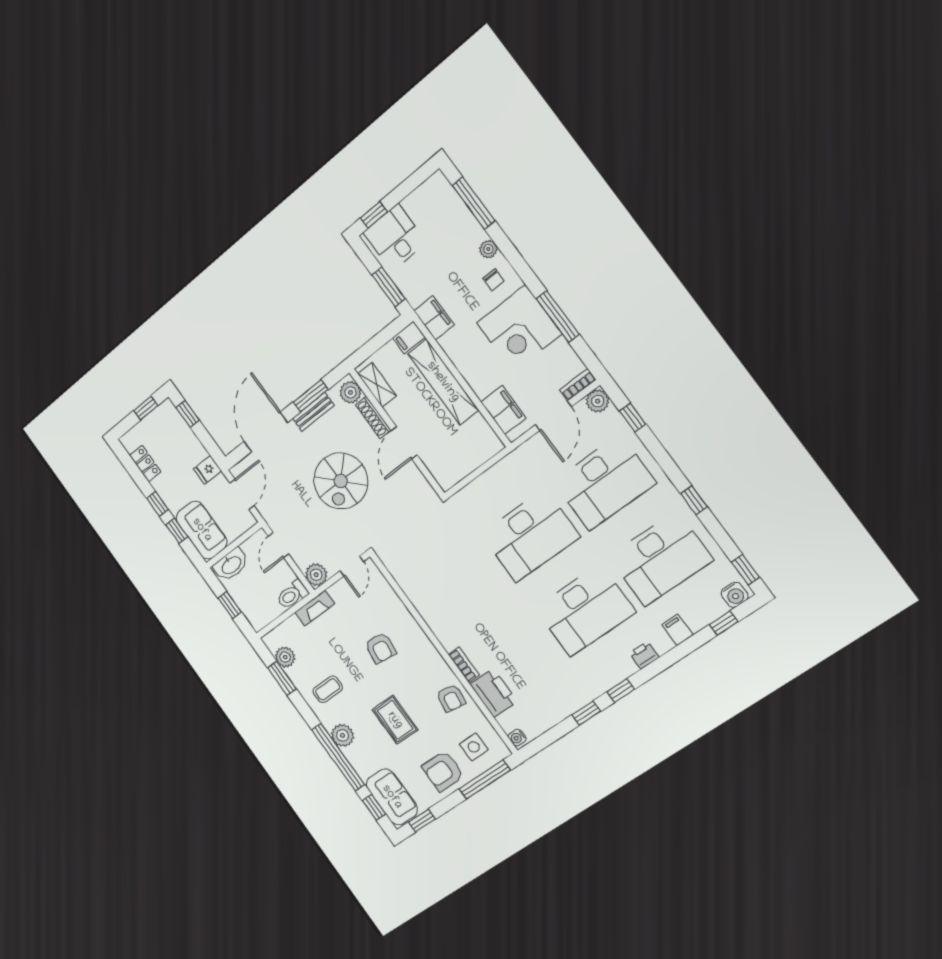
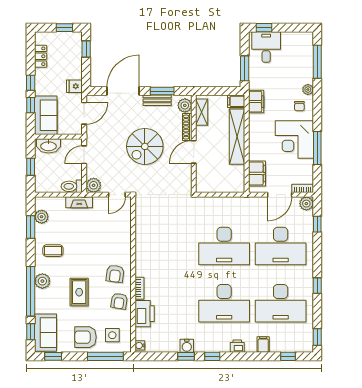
water cooler: (735, 595) -> (187, 346), moved
armchair: (381, 648) -> (115, 274), moved

